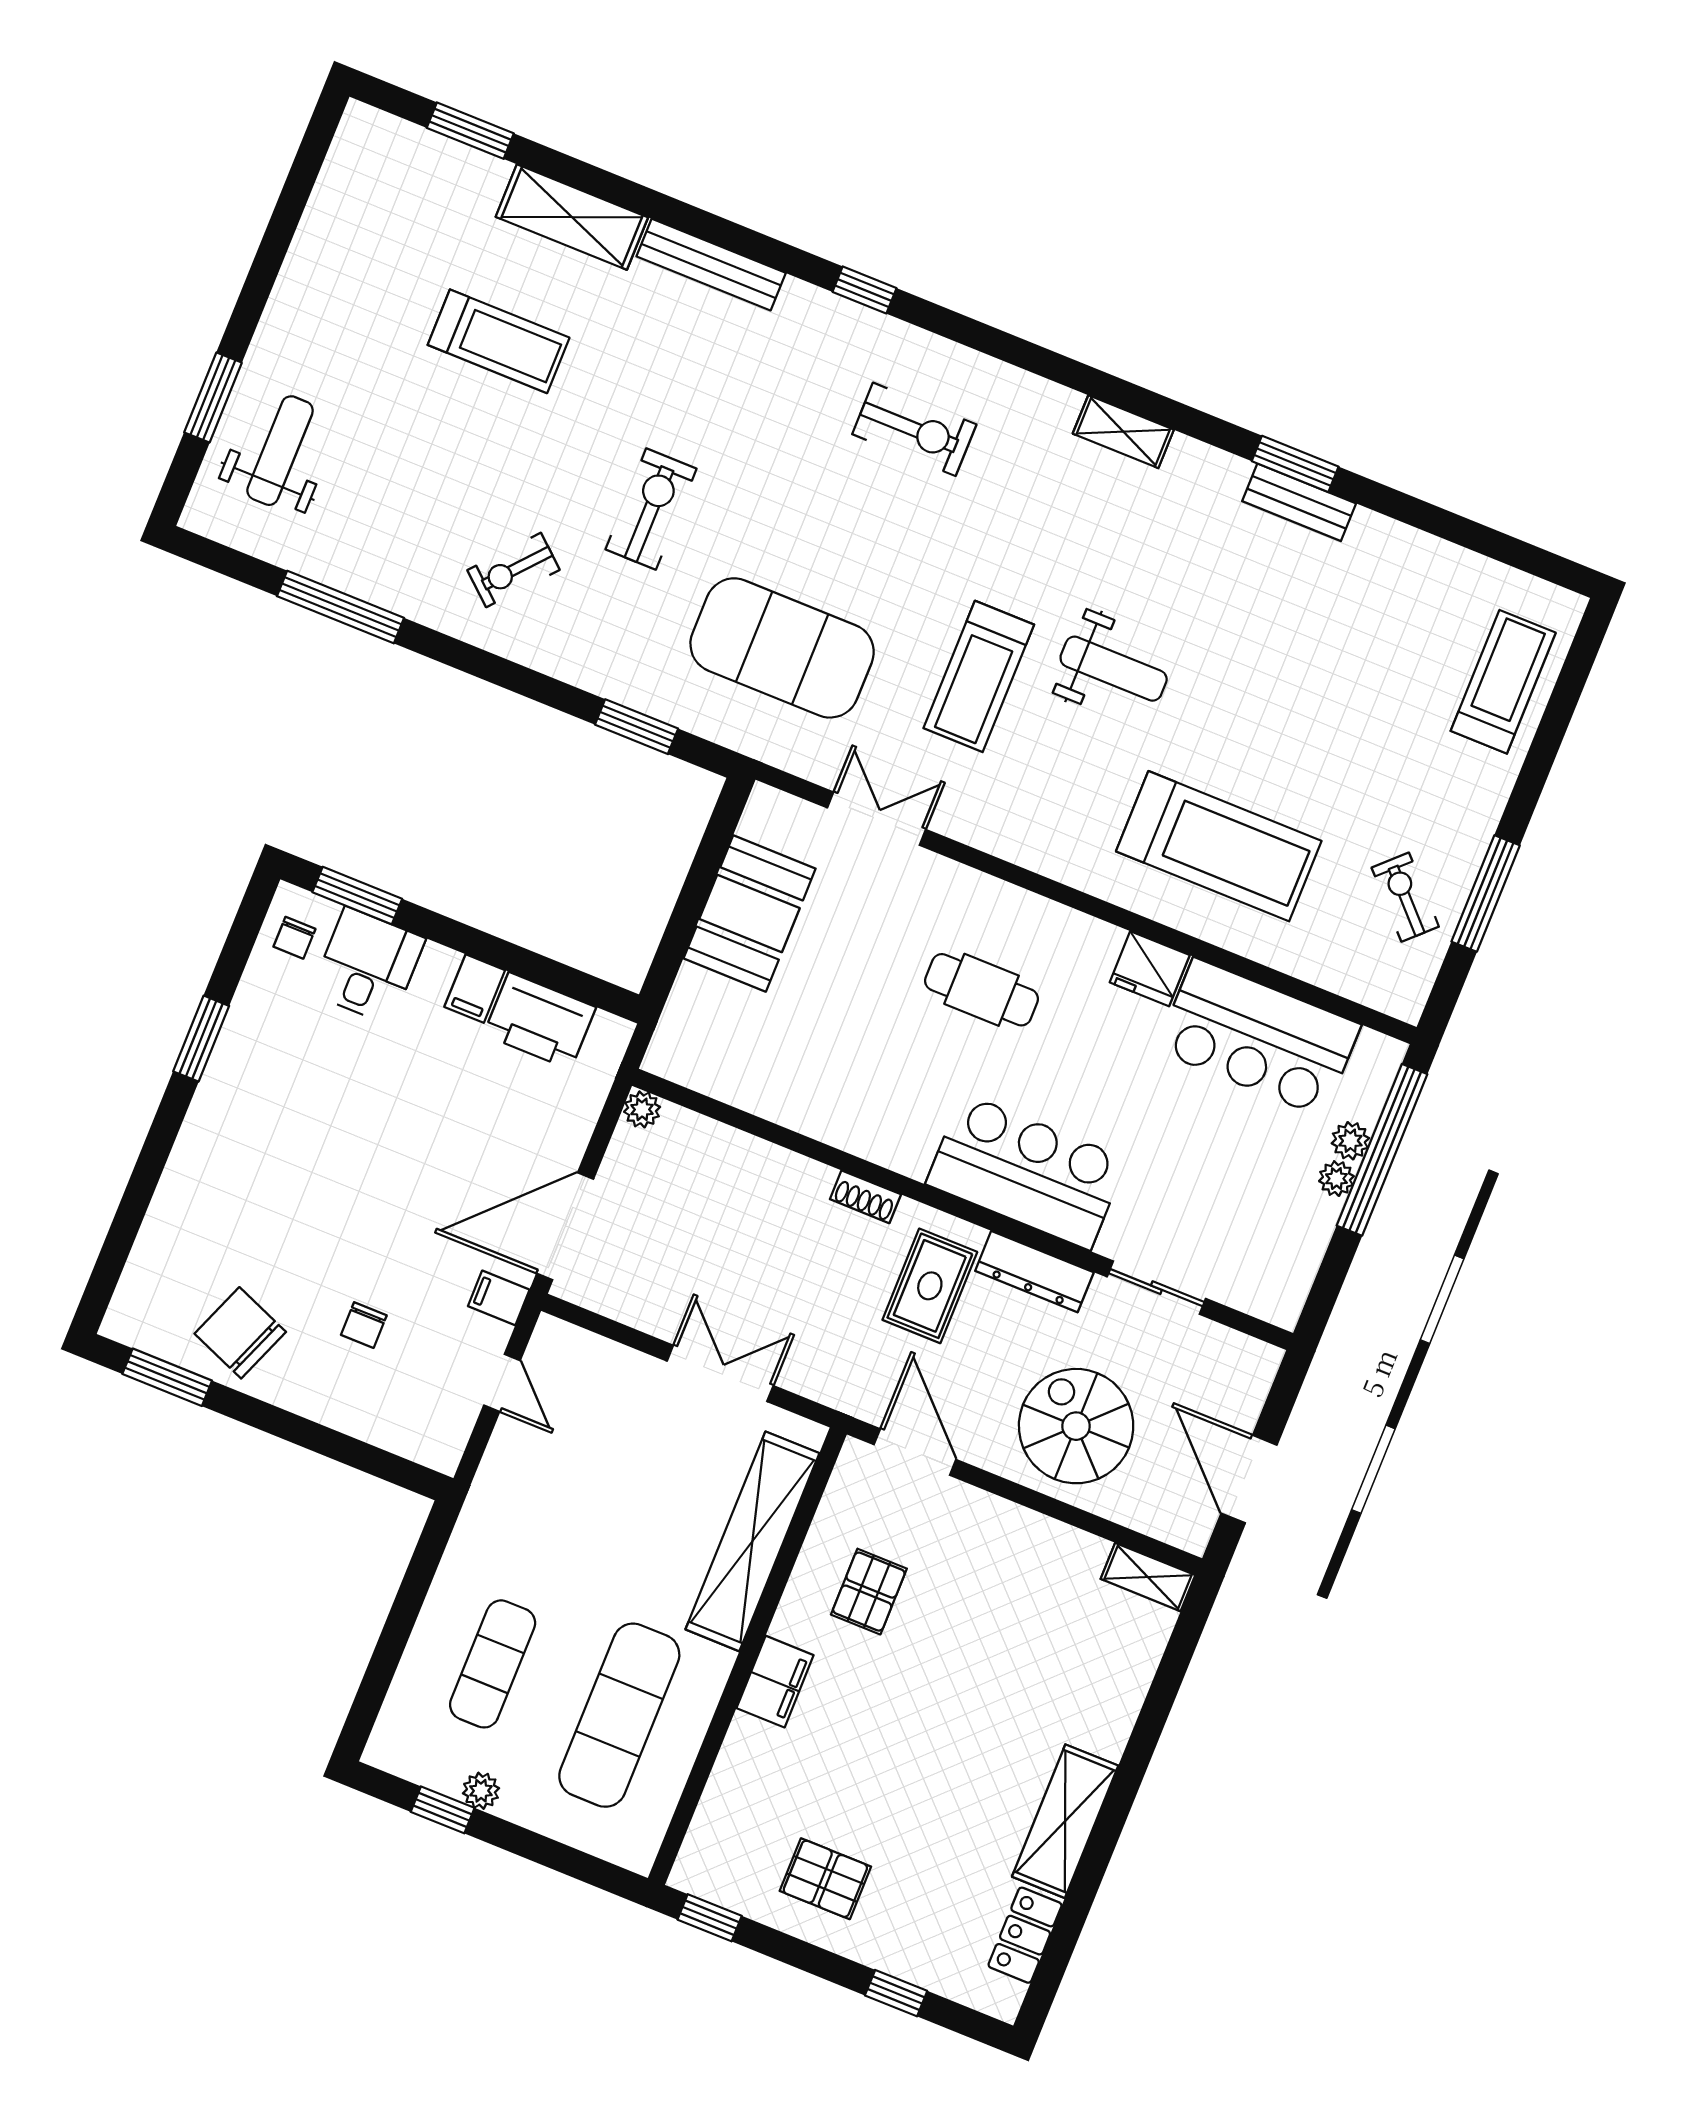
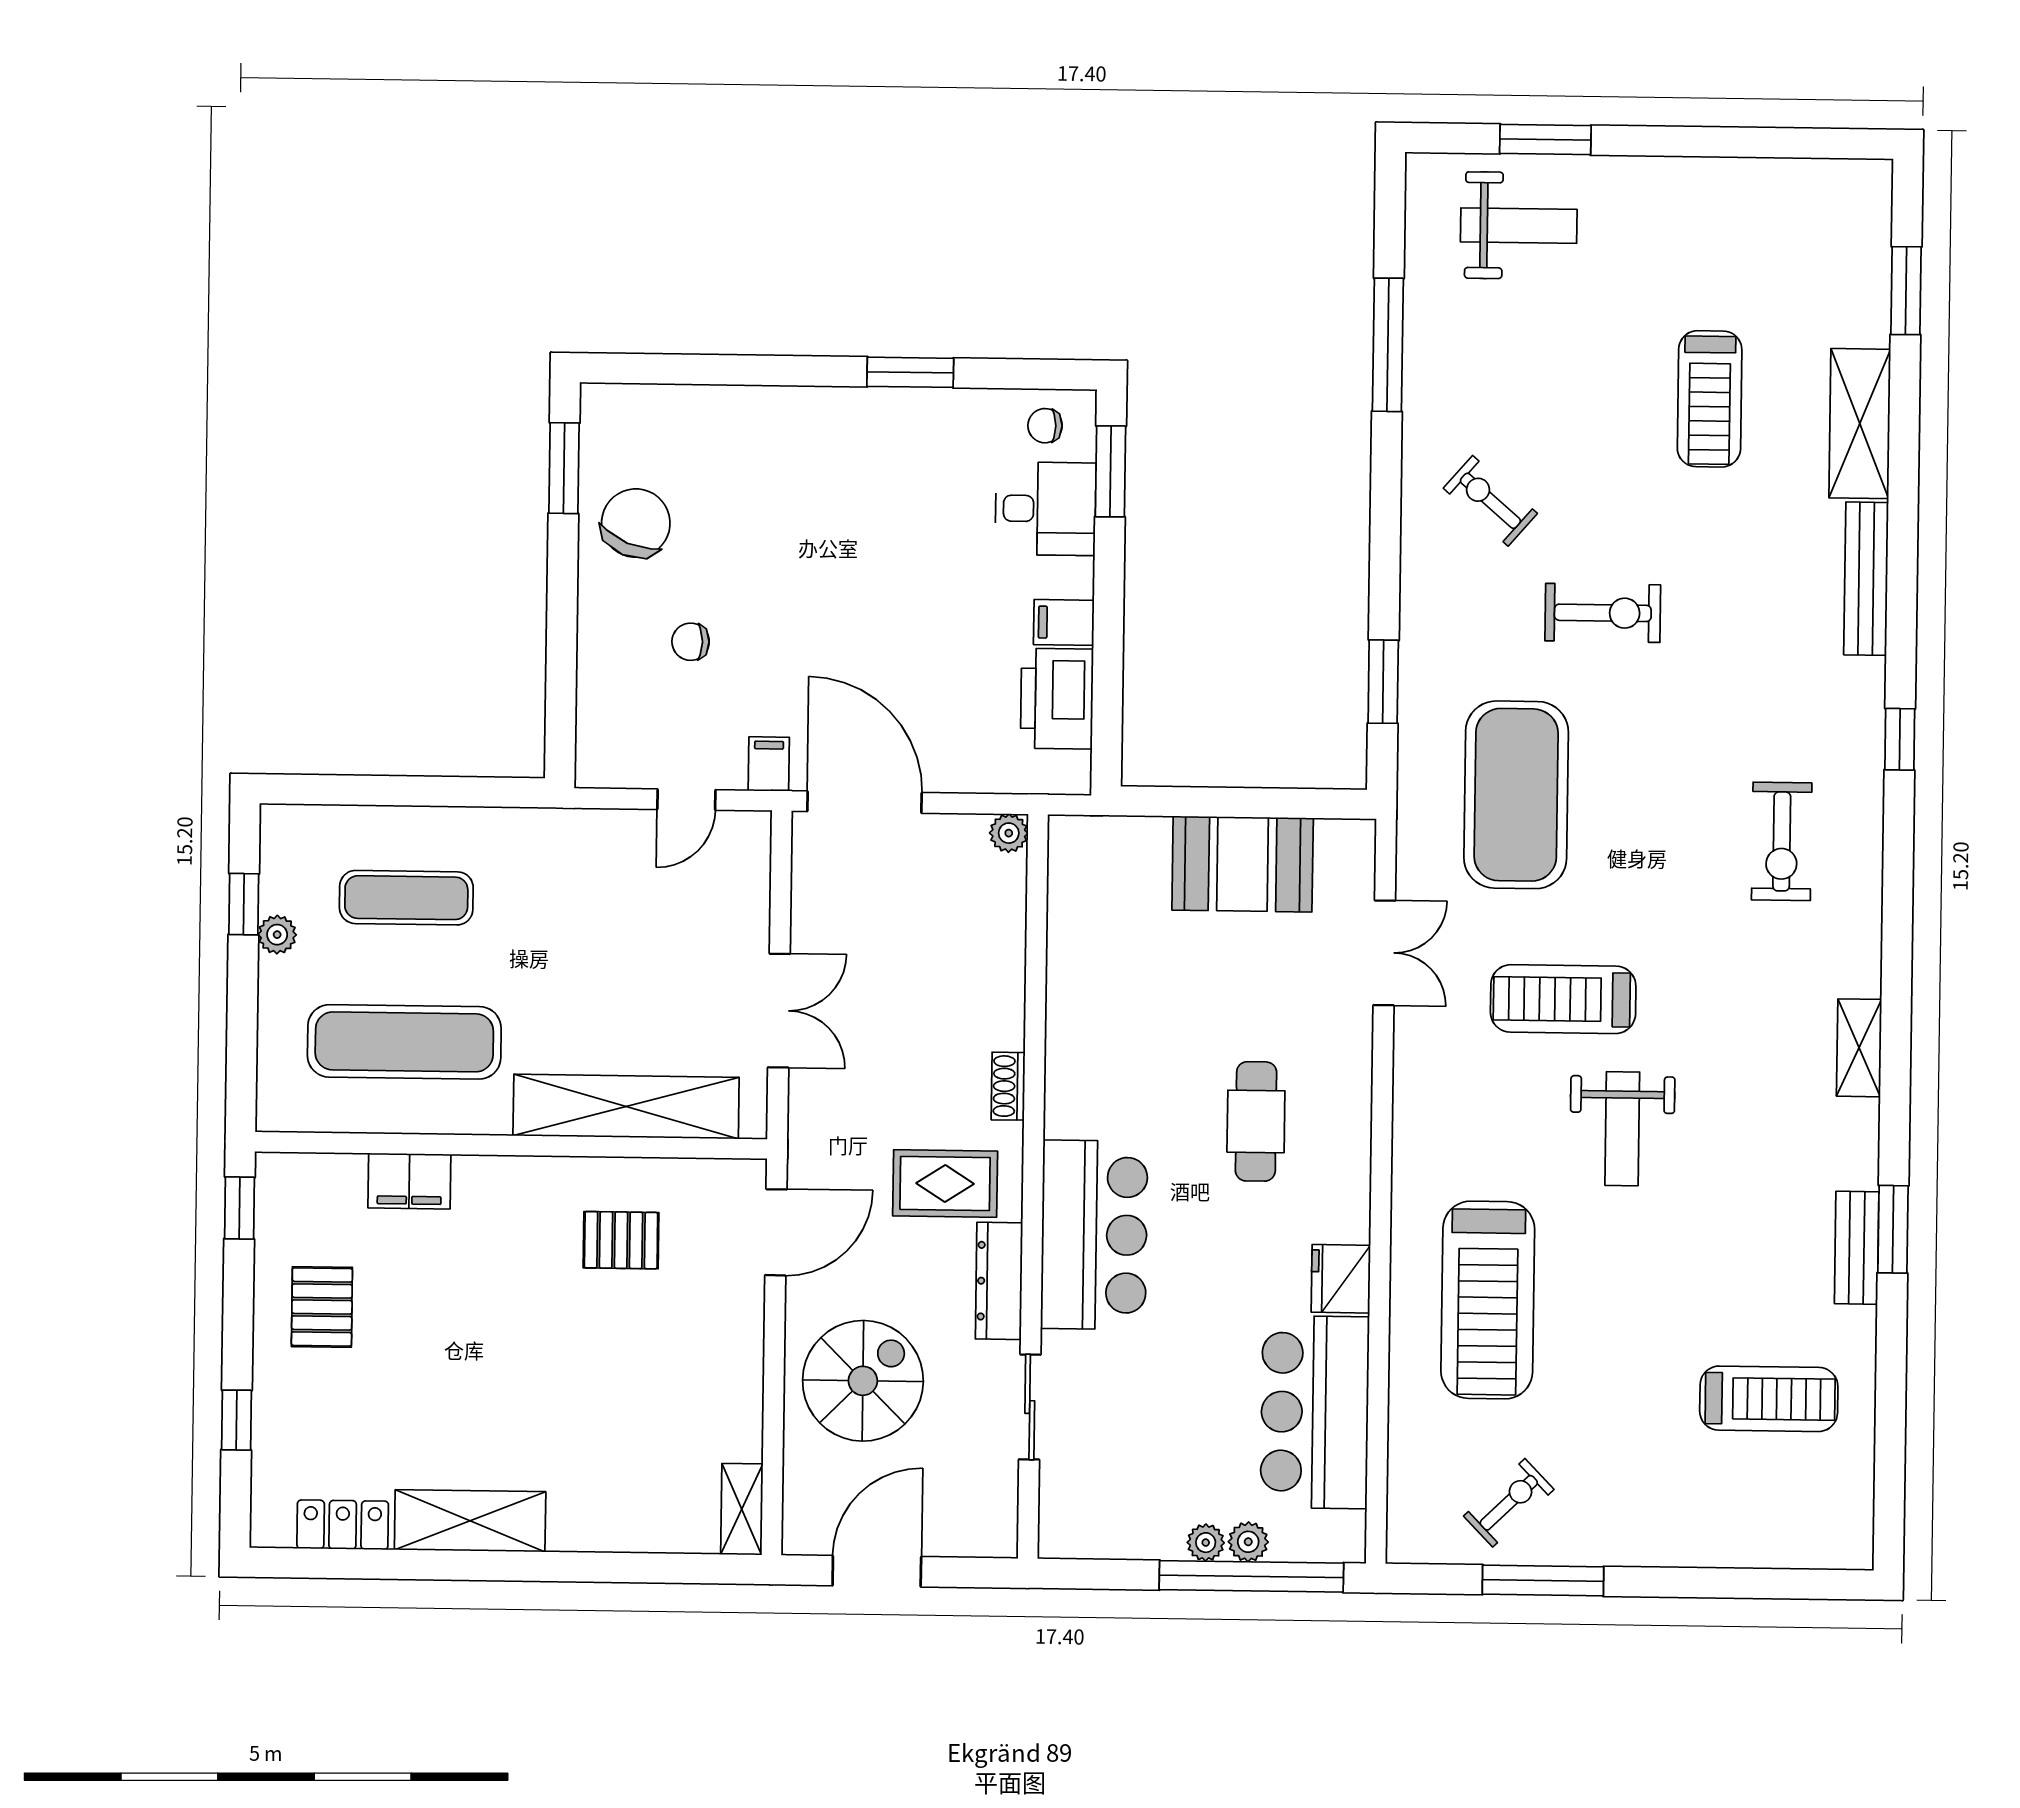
treadmill: (1503, 682) -> (1769, 1399), moved
filing cabinet: (775, 1682) -> (409, 1181), moved

